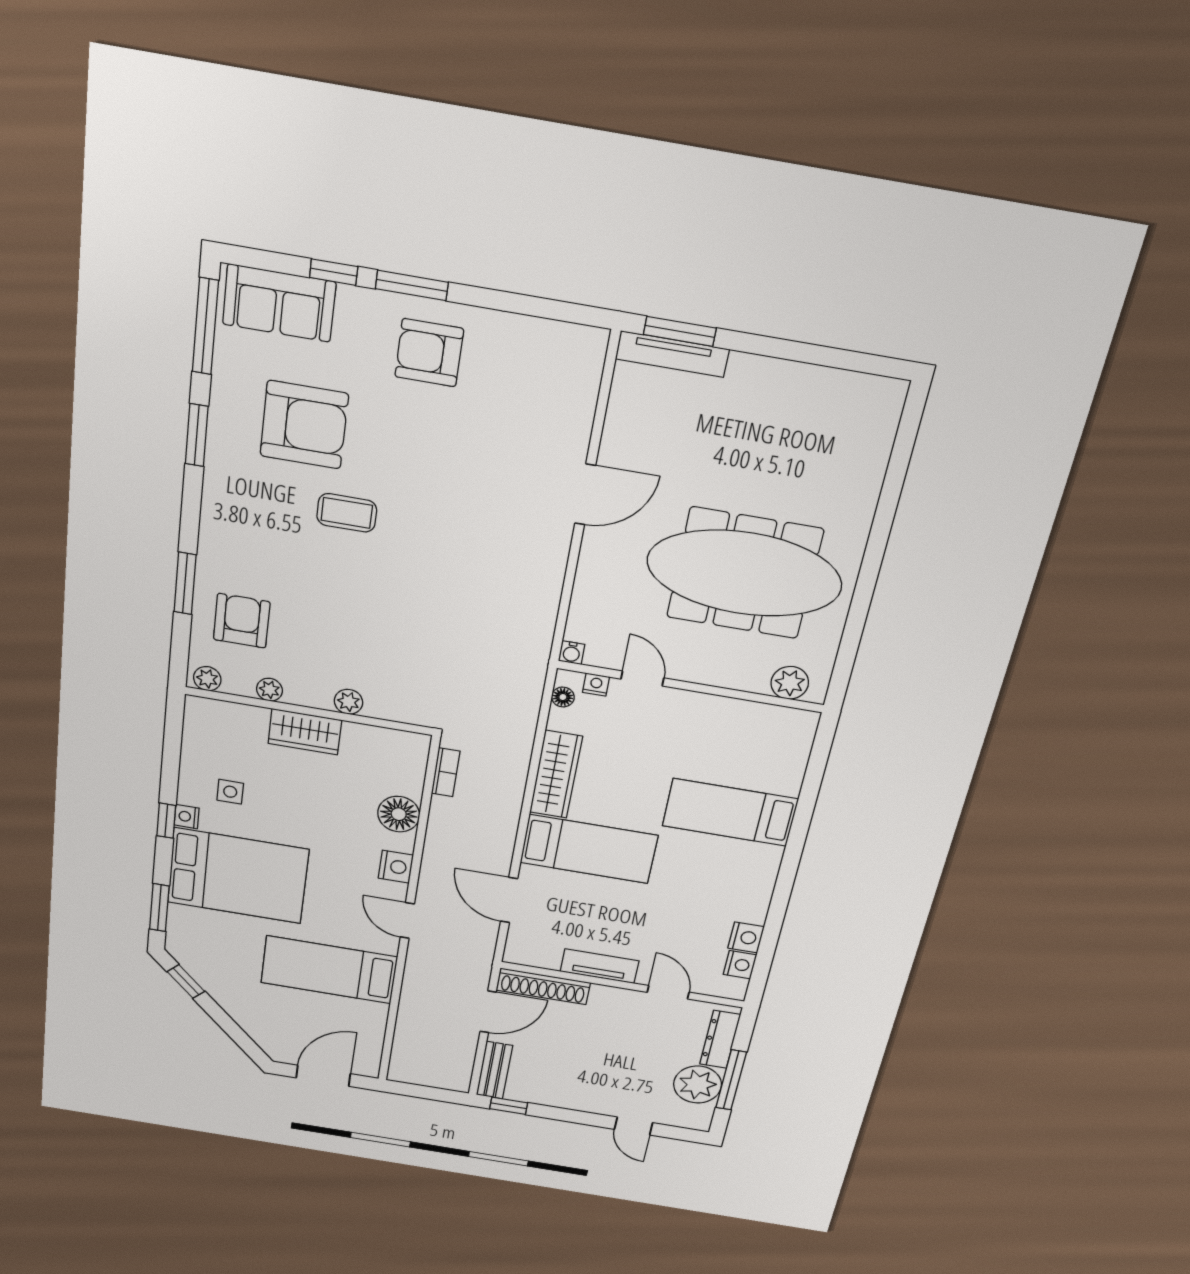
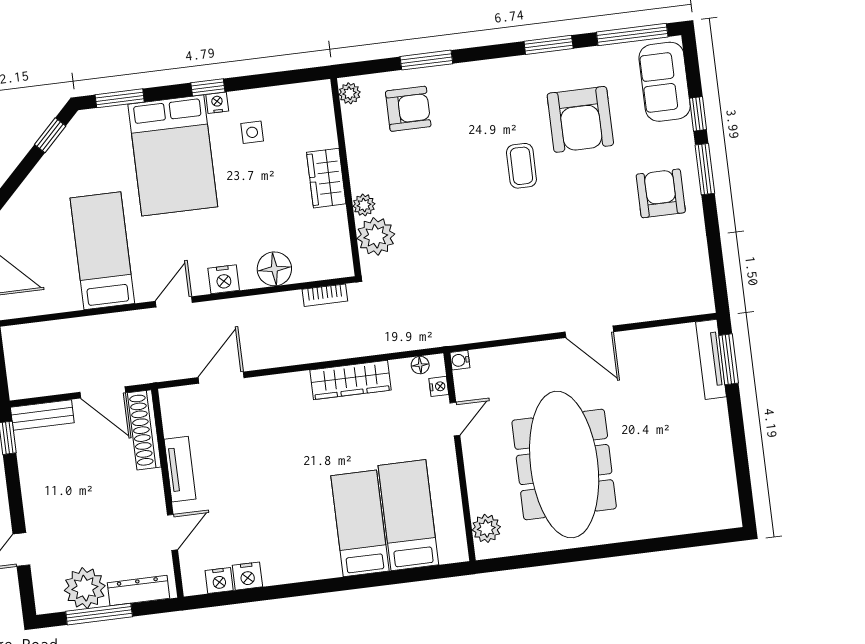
plant: (269, 690) -> (376, 236), moved, width x1.88, depth x1.88
bed: (589, 849) -> (408, 515), moved, turned 180

